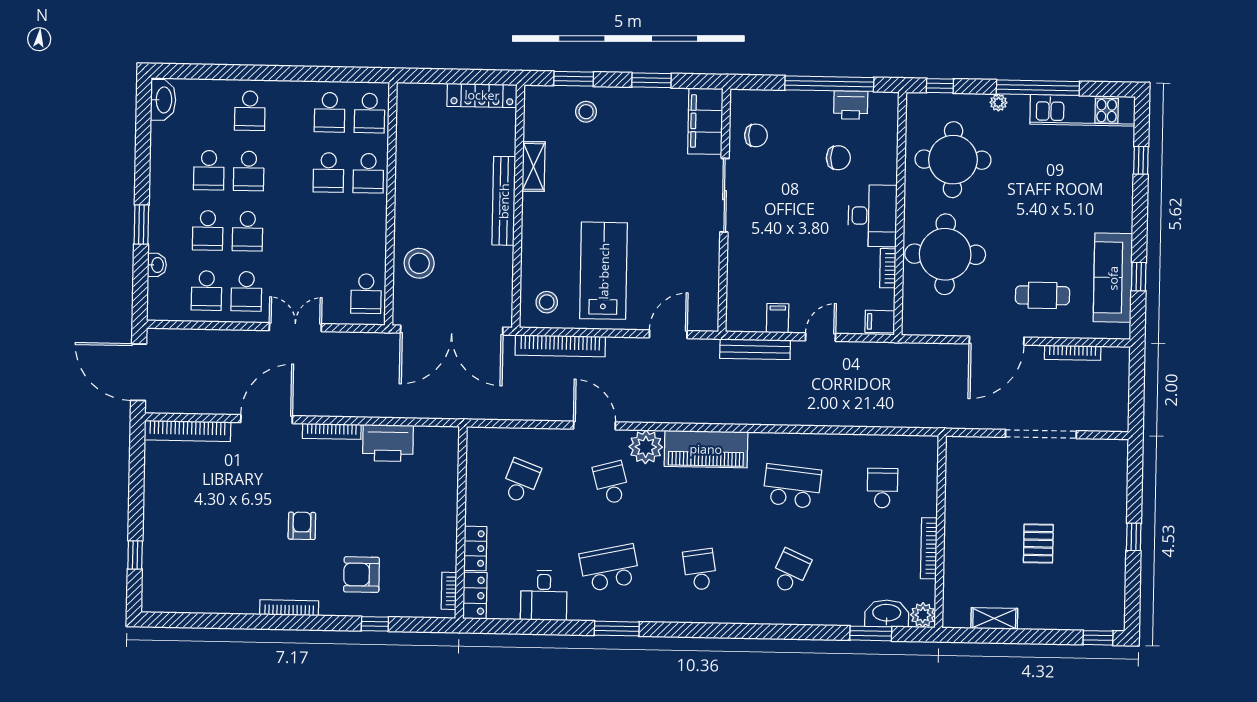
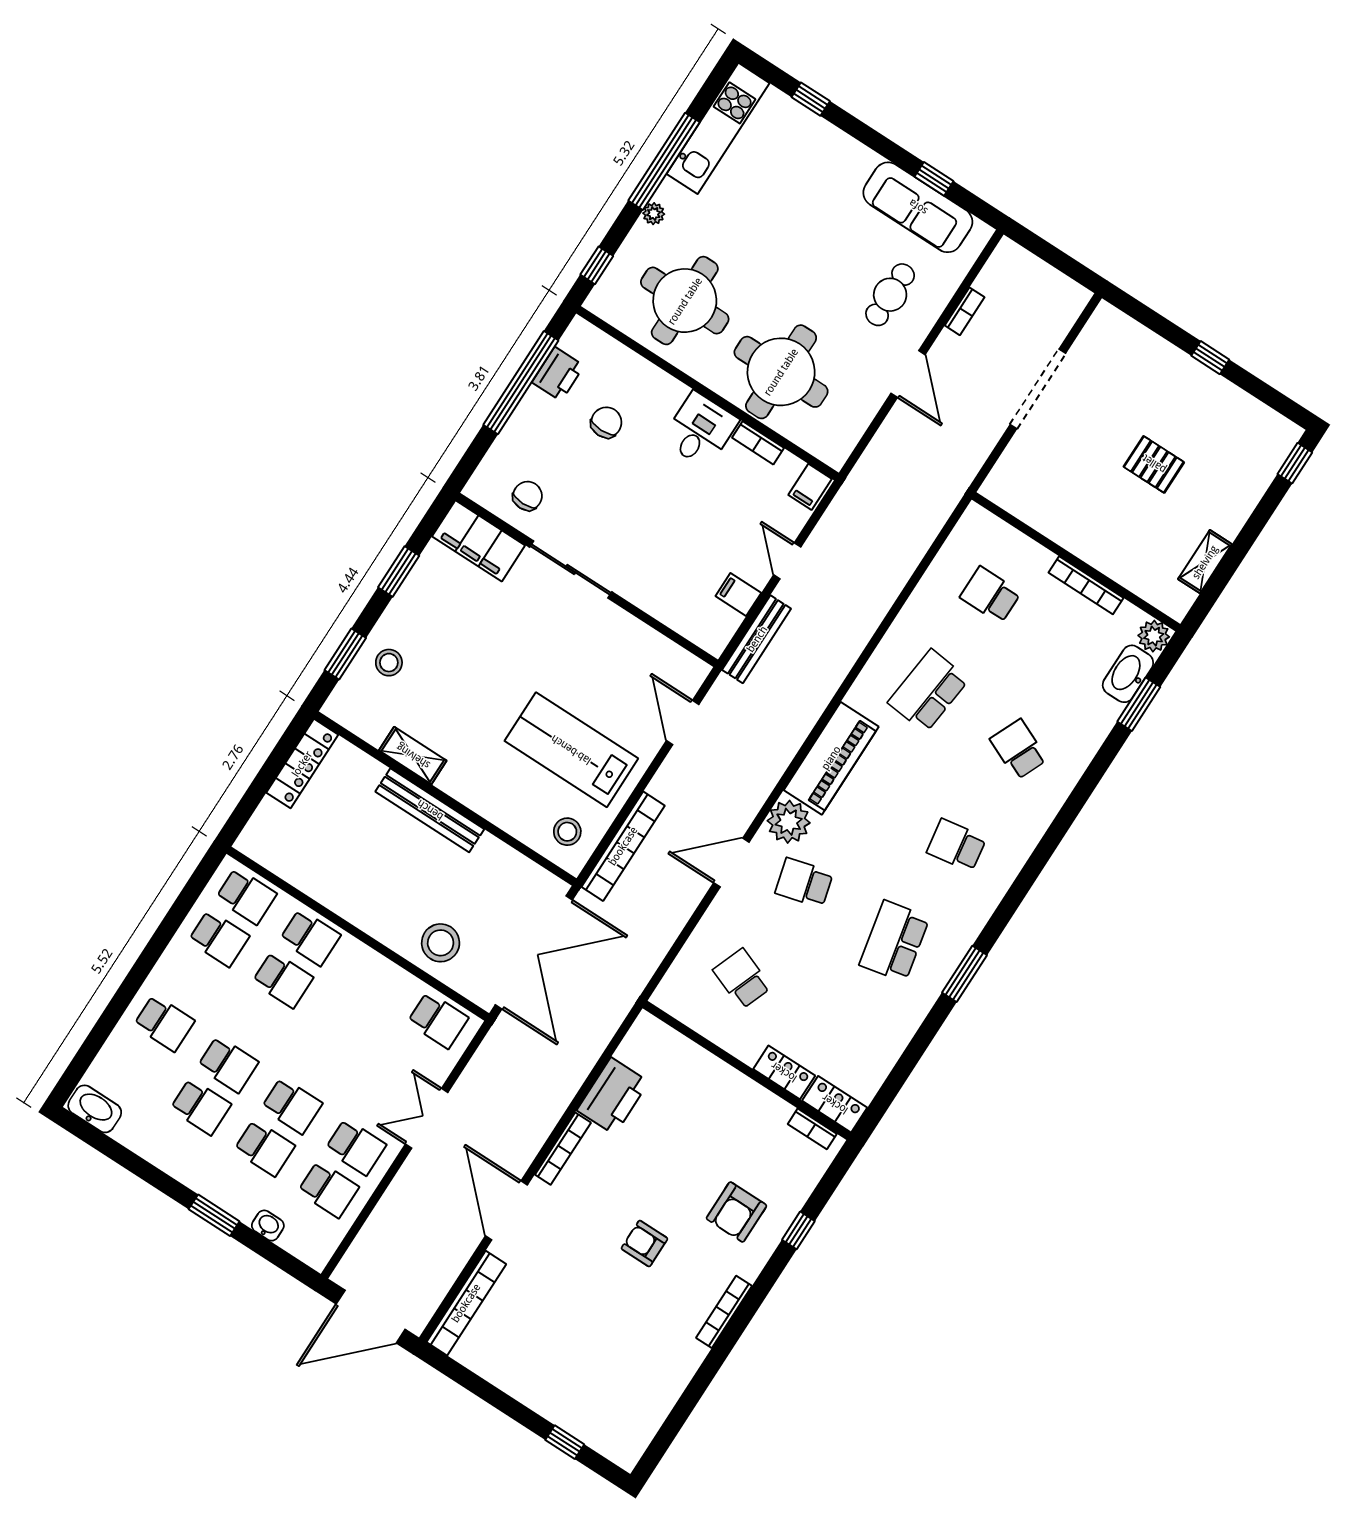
desk: (873, 216) -> (700, 430), width x0.73
door: (997, 341) -> (908, 374), width x0.73
bookcase: (1073, 353) -> (965, 311), width x0.64
desk: (544, 595) -> (880, 1030), removed

